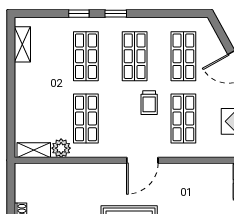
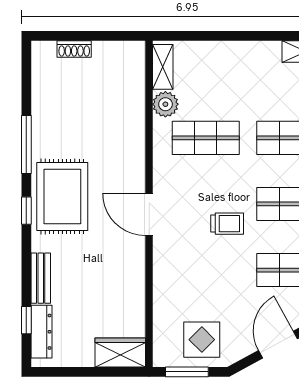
trolley: (149, 103) -> (227, 224), turned 180
shop shelf: (183, 119) -> (206, 270), removed

